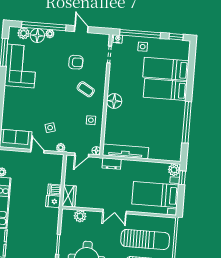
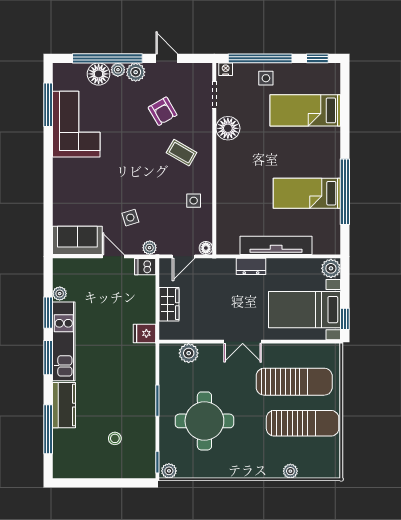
plant: (24, 33) -> (136, 72), moved
armchair: (76, 62) -> (163, 111), turned 60
bed: (165, 89) -> (307, 193), moved
floor lamp: (114, 101) -> (228, 128), moved
tv unit: (125, 151) -> (276, 245), moved
dresser: (112, 164) -> (251, 266), moved
window: (182, 178) -> (345, 319), moved
dishwasher: (55, 190) -> (145, 267), moved
wardrobe: (69, 196) -> (169, 304), moved

